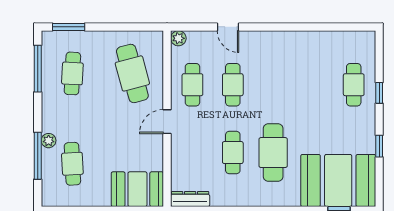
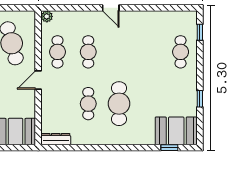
door: (228, 27) -> (111, 8), moved
window: (379, 93) -> (200, 32), moved
booth: (338, 180) -> (176, 131), width x0.73, depth x0.70

